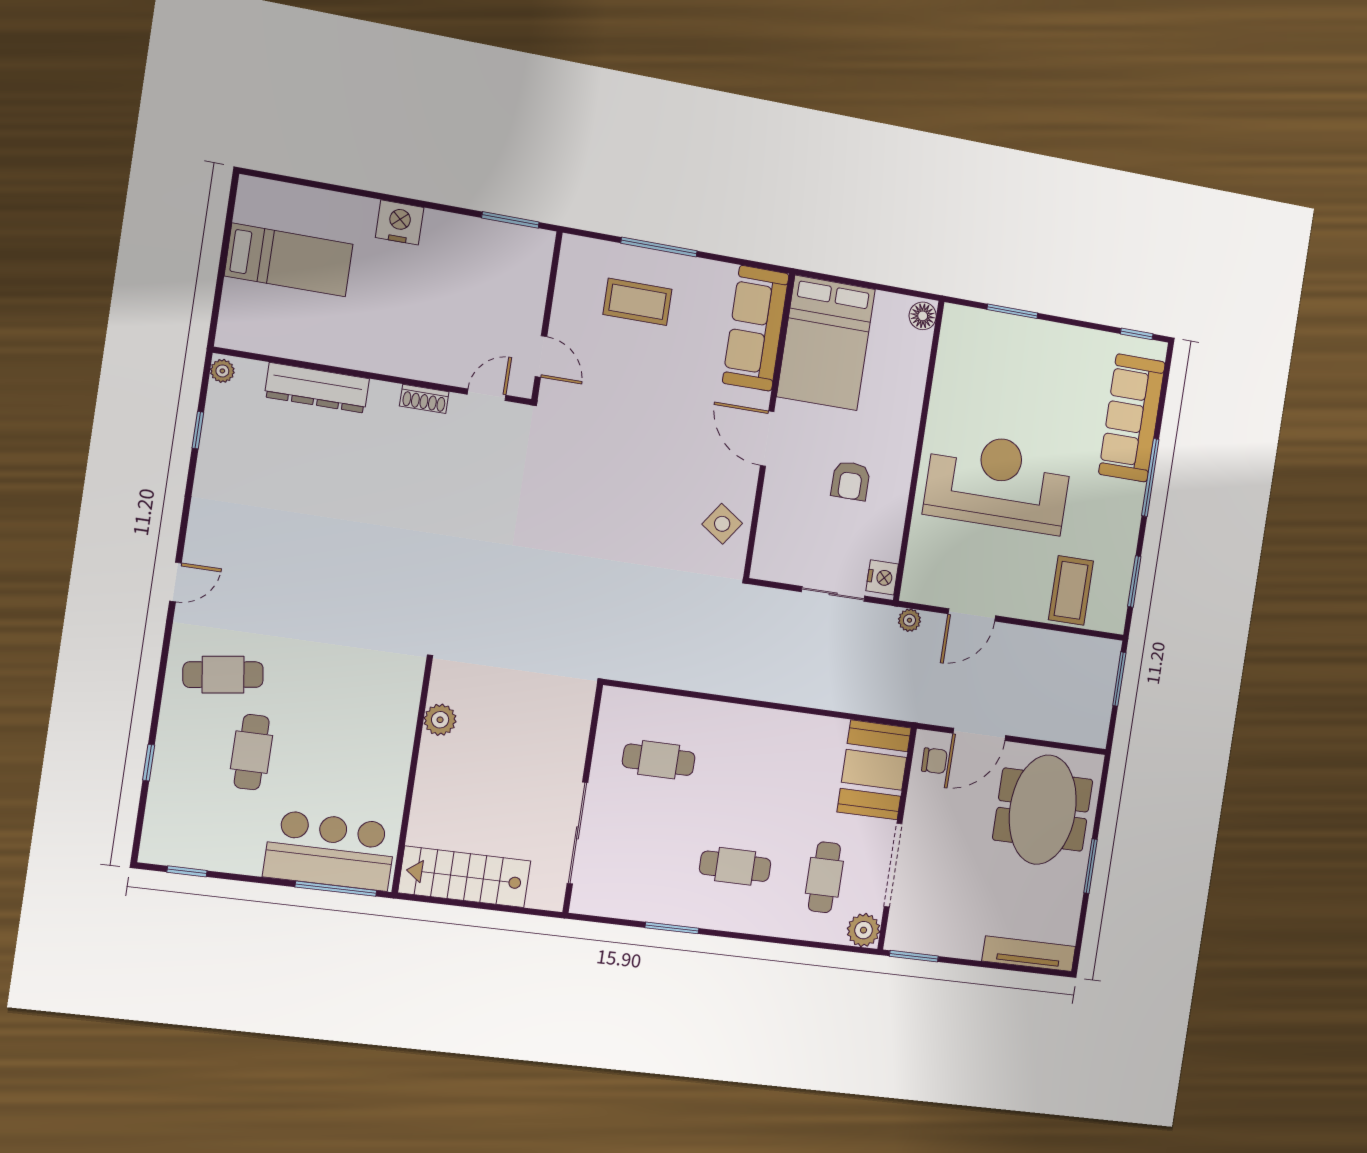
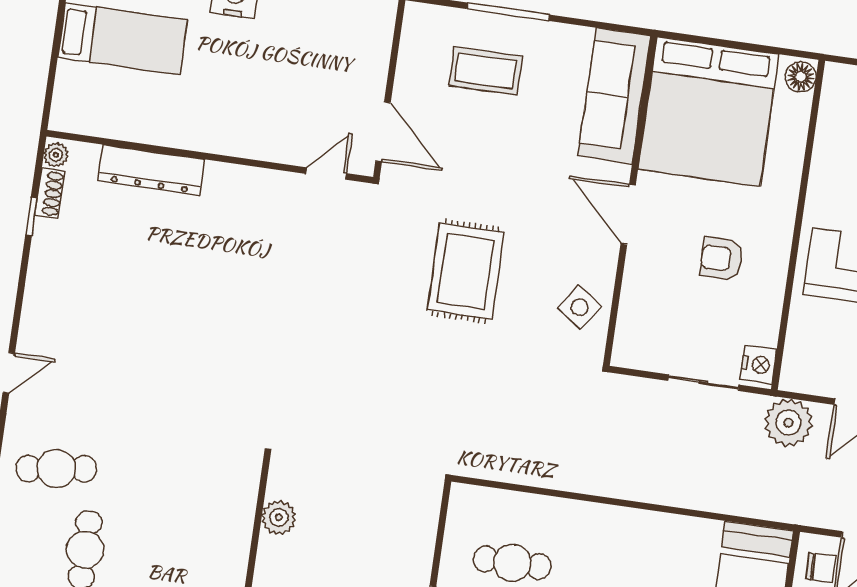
bed: (826, 343) -> (708, 112), width x1.36
door: (541, 357) -> (383, 132), width x1.38
shoe rack: (424, 399) -> (50, 193), moved, turned -90
armchair: (851, 481) -> (721, 259), turned 90
rug: (618, 489) -> (466, 271), added
plant: (909, 620) -> (788, 423), width x1.88, depth x1.88

